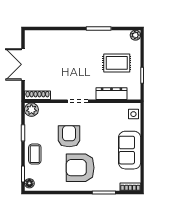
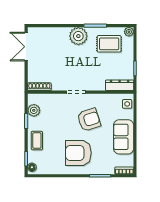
plant: (80, 40) -> (78, 36), added
rug: (117, 63) -> (109, 44), moved
double door: (23, 64) -> (26, 47), moved
dresser: (111, 94) -> (120, 85), moved
plant: (31, 110) -> (34, 110), moved
armchair: (69, 136) -> (89, 120), moved, turned 72

